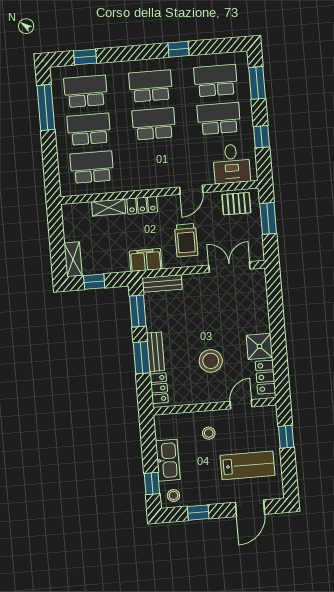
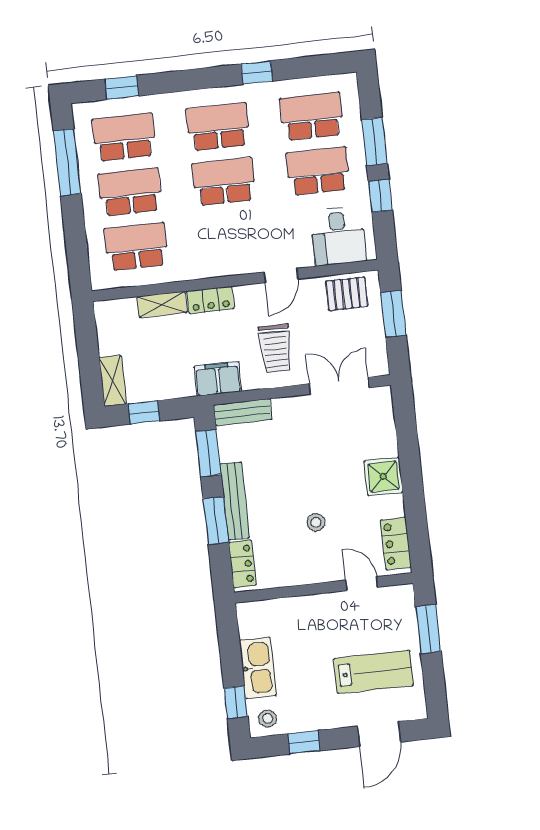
window: (257, 83) -> (374, 141), moved
shower: (259, 346) -> (383, 476), moved
bench: (156, 352) -> (235, 501), width x1.36
stool: (211, 361) -> (316, 522), width x0.53, depth x0.53
door: (241, 404) -> (362, 584), hinge flipped
stool: (209, 433) -> (316, 627), removed
window: (286, 437) -> (428, 629), width x1.50

